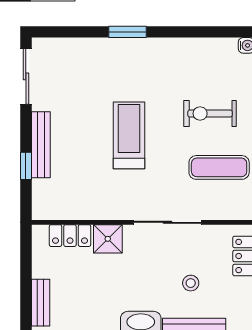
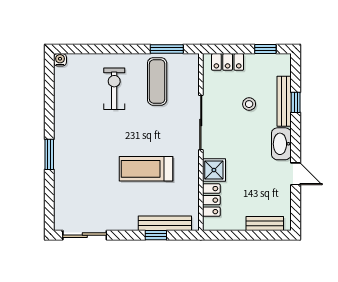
exercise bike: (210, 113) -> (114, 89), turned 180
treadmill: (129, 135) -> (146, 169), moved
bench: (41, 145) -> (165, 223), moved

